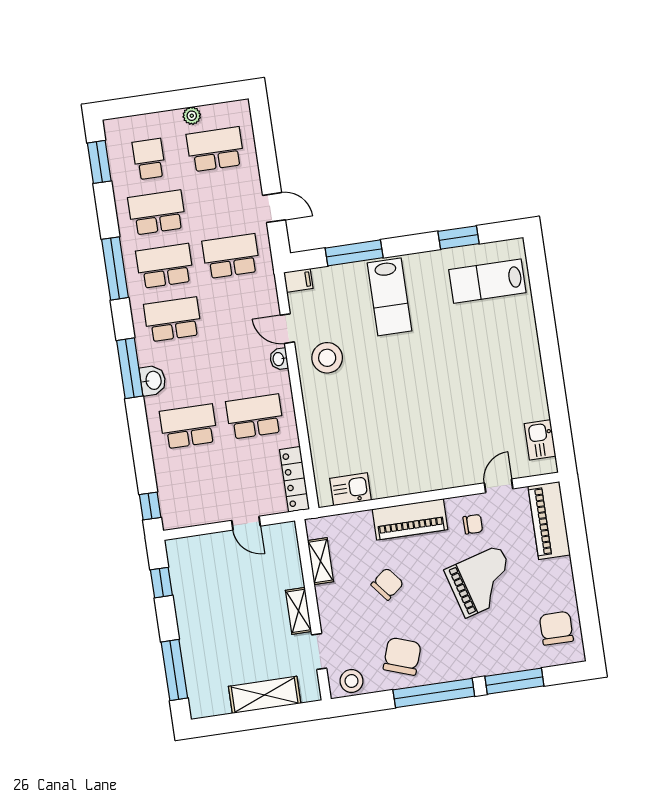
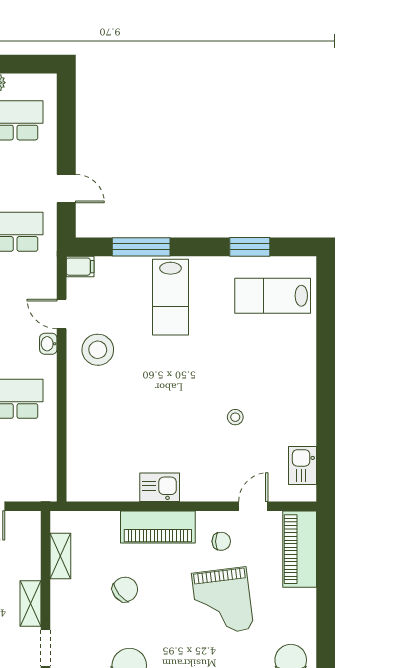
stool: (469, 403) -> (235, 417), added
locker: (294, 479) -> (46, 469), removed
kitchen sink: (351, 489) -> (160, 487), moved
grand piano: (483, 582) -> (222, 601), turned 99

